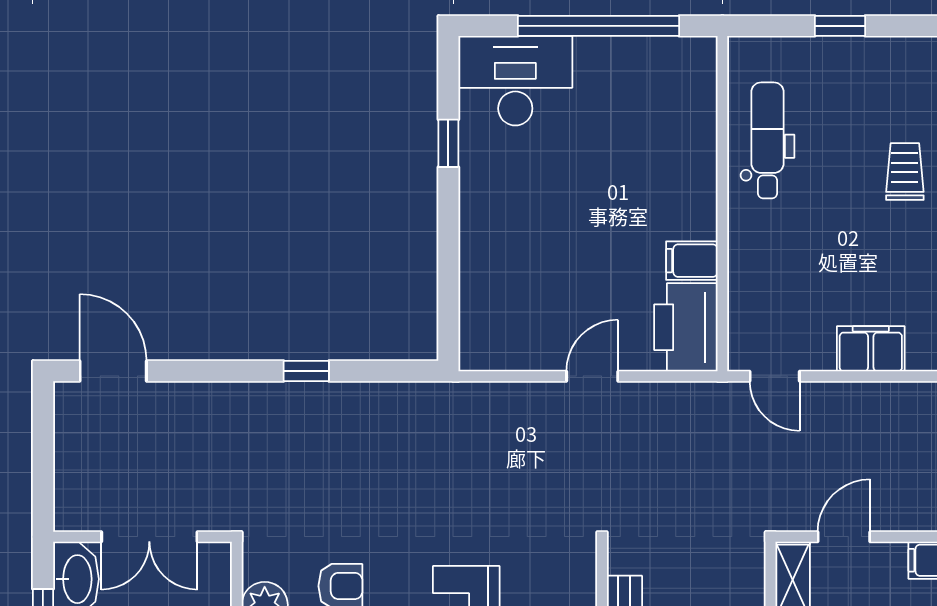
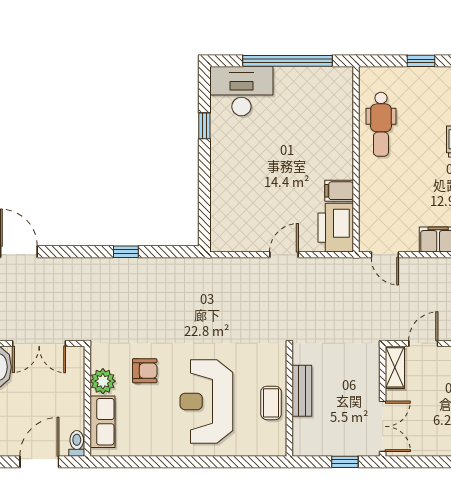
dental chair: (768, 140) -> (381, 124), turned 180

